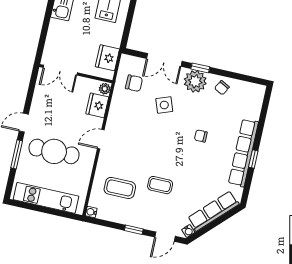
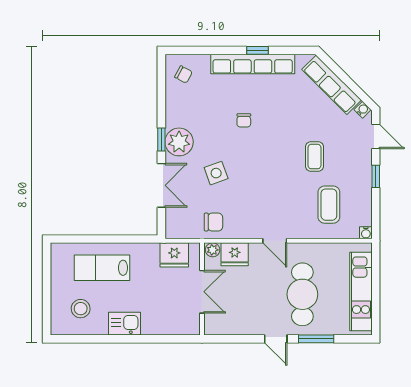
double door: (60, 70) -> (202, 292), moved
chair: (134, 83) -> (213, 222), moved, turned 90
chair: (222, 88) -> (183, 74), moved

